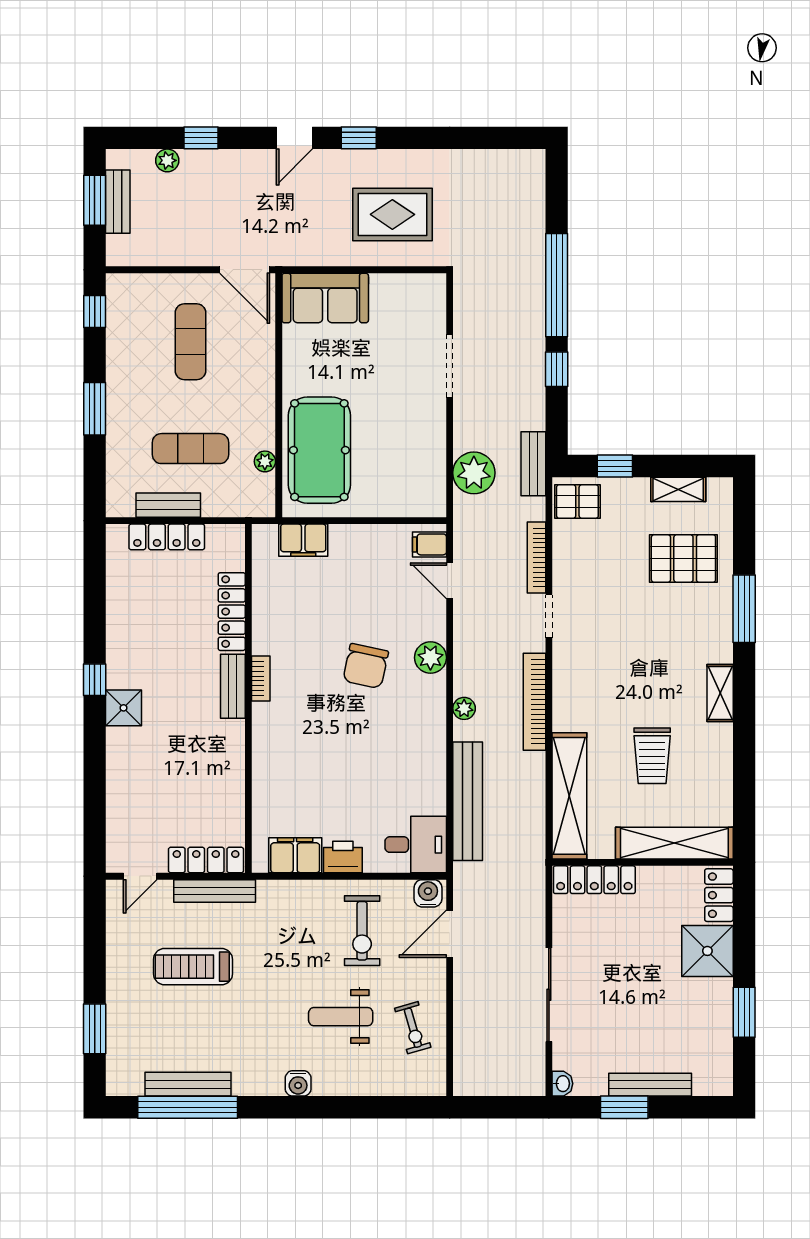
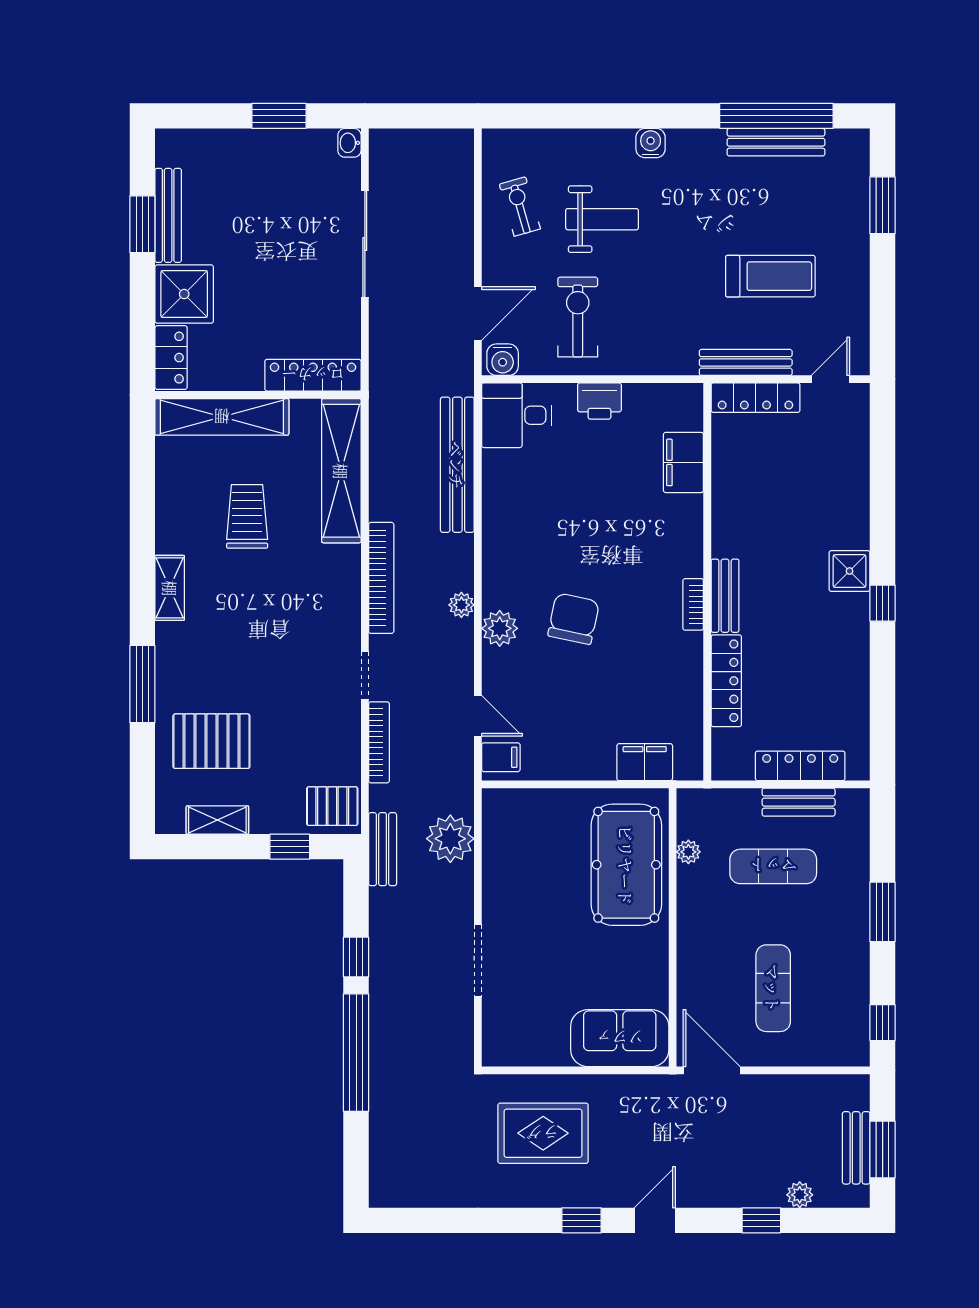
plant: (464, 708) -> (461, 605), moved
filing cabinet: (295, 855) -> (683, 462), moved, turned 90
bench: (650, 1085) -> (168, 215), moved, turned 90

